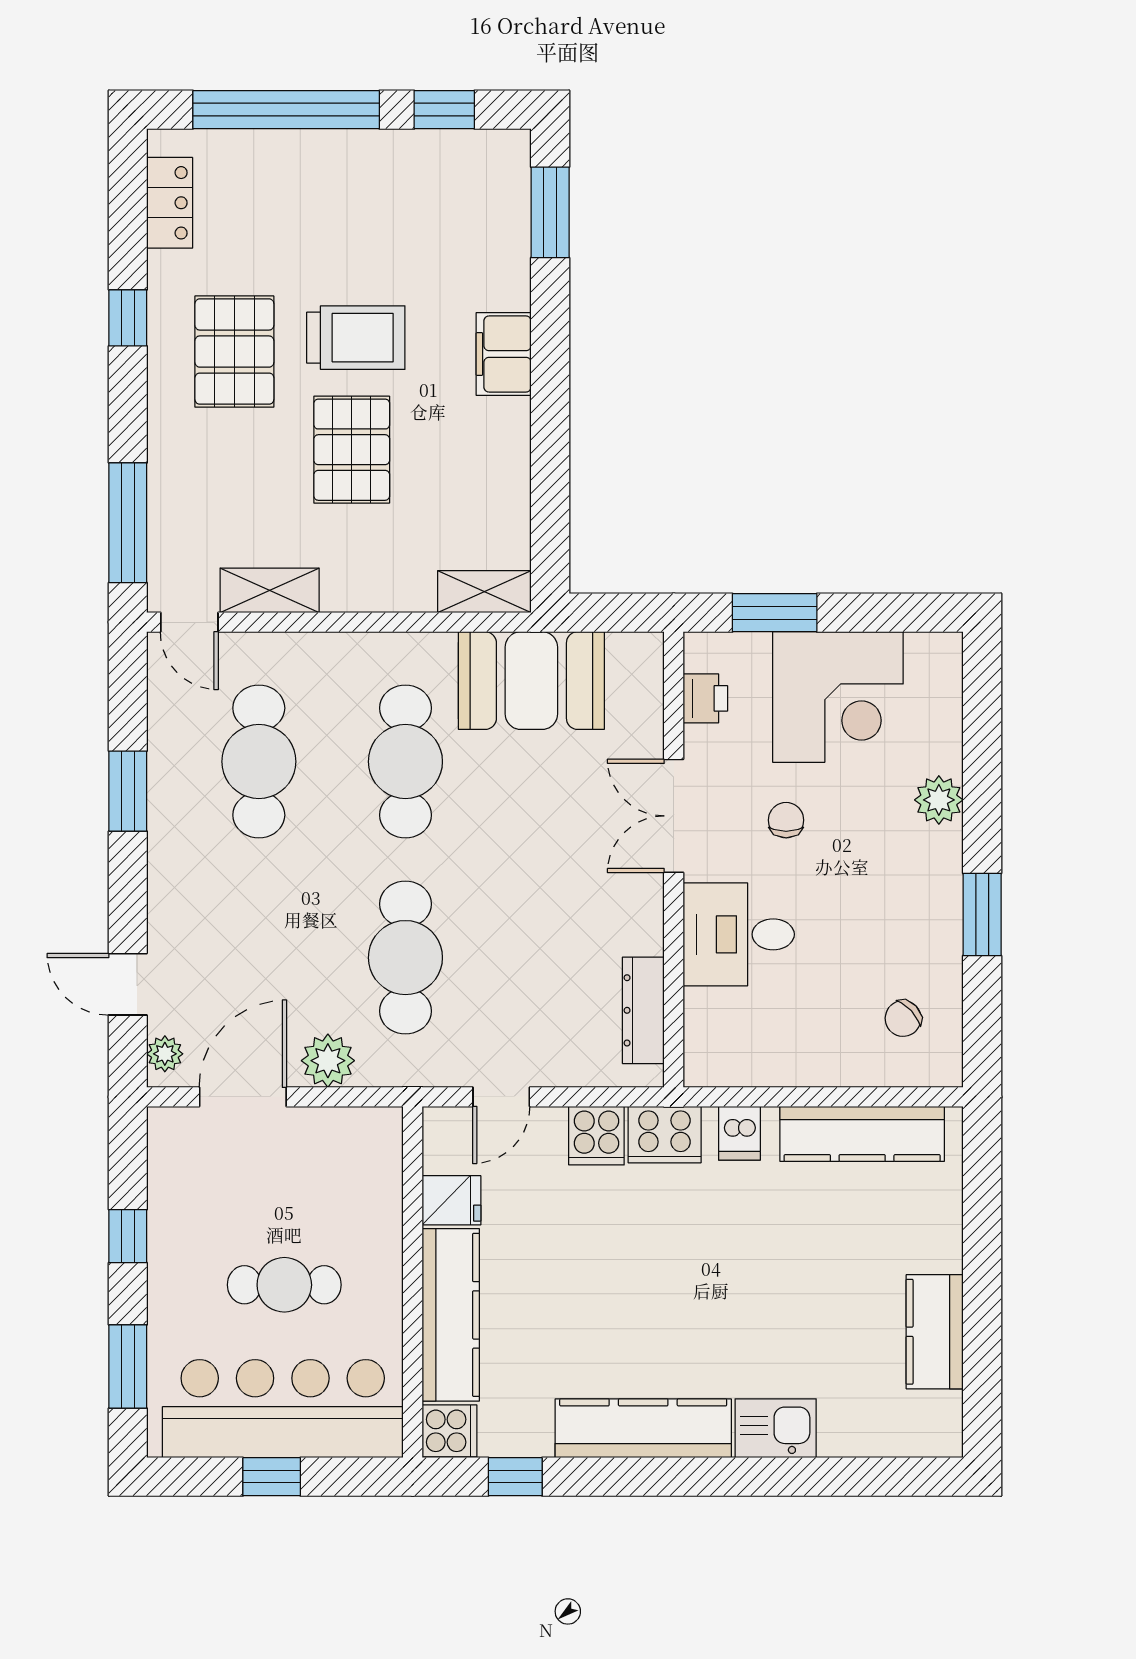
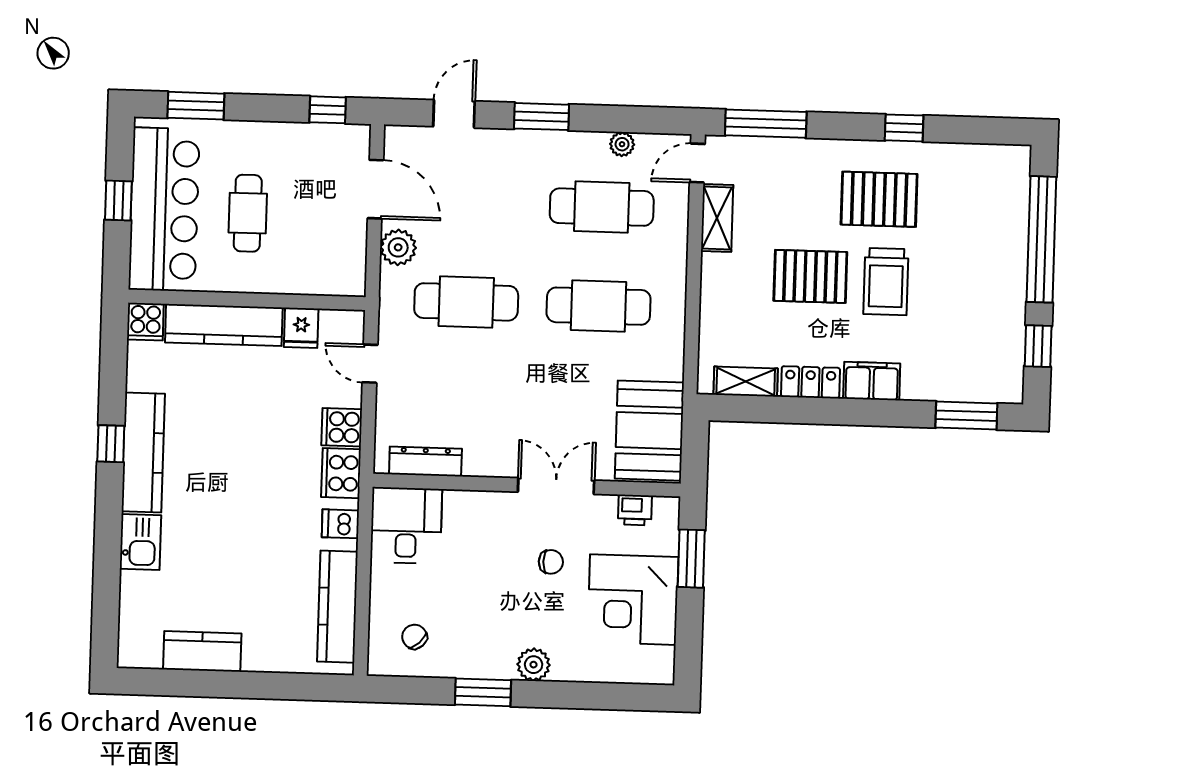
locker: (170, 203) -> (810, 382), moved, turned 180
shelving: (484, 592) -> (746, 382), moved, turned 90
booth: (531, 681) -> (649, 431), moved
window: (128, 791) -> (542, 117), moved
plant: (939, 800) -> (534, 665), moved
desk: (739, 934) -> (406, 525), moved
plant: (165, 1054) -> (622, 144), moved
window: (128, 1236) -> (328, 110), moved
window: (515, 1477) -> (111, 444), moved

